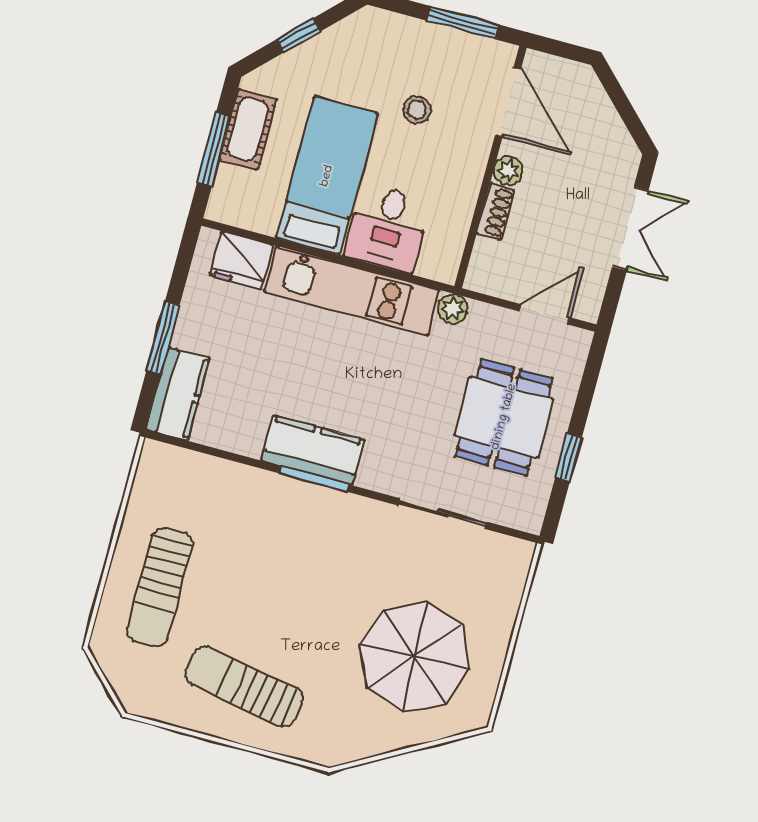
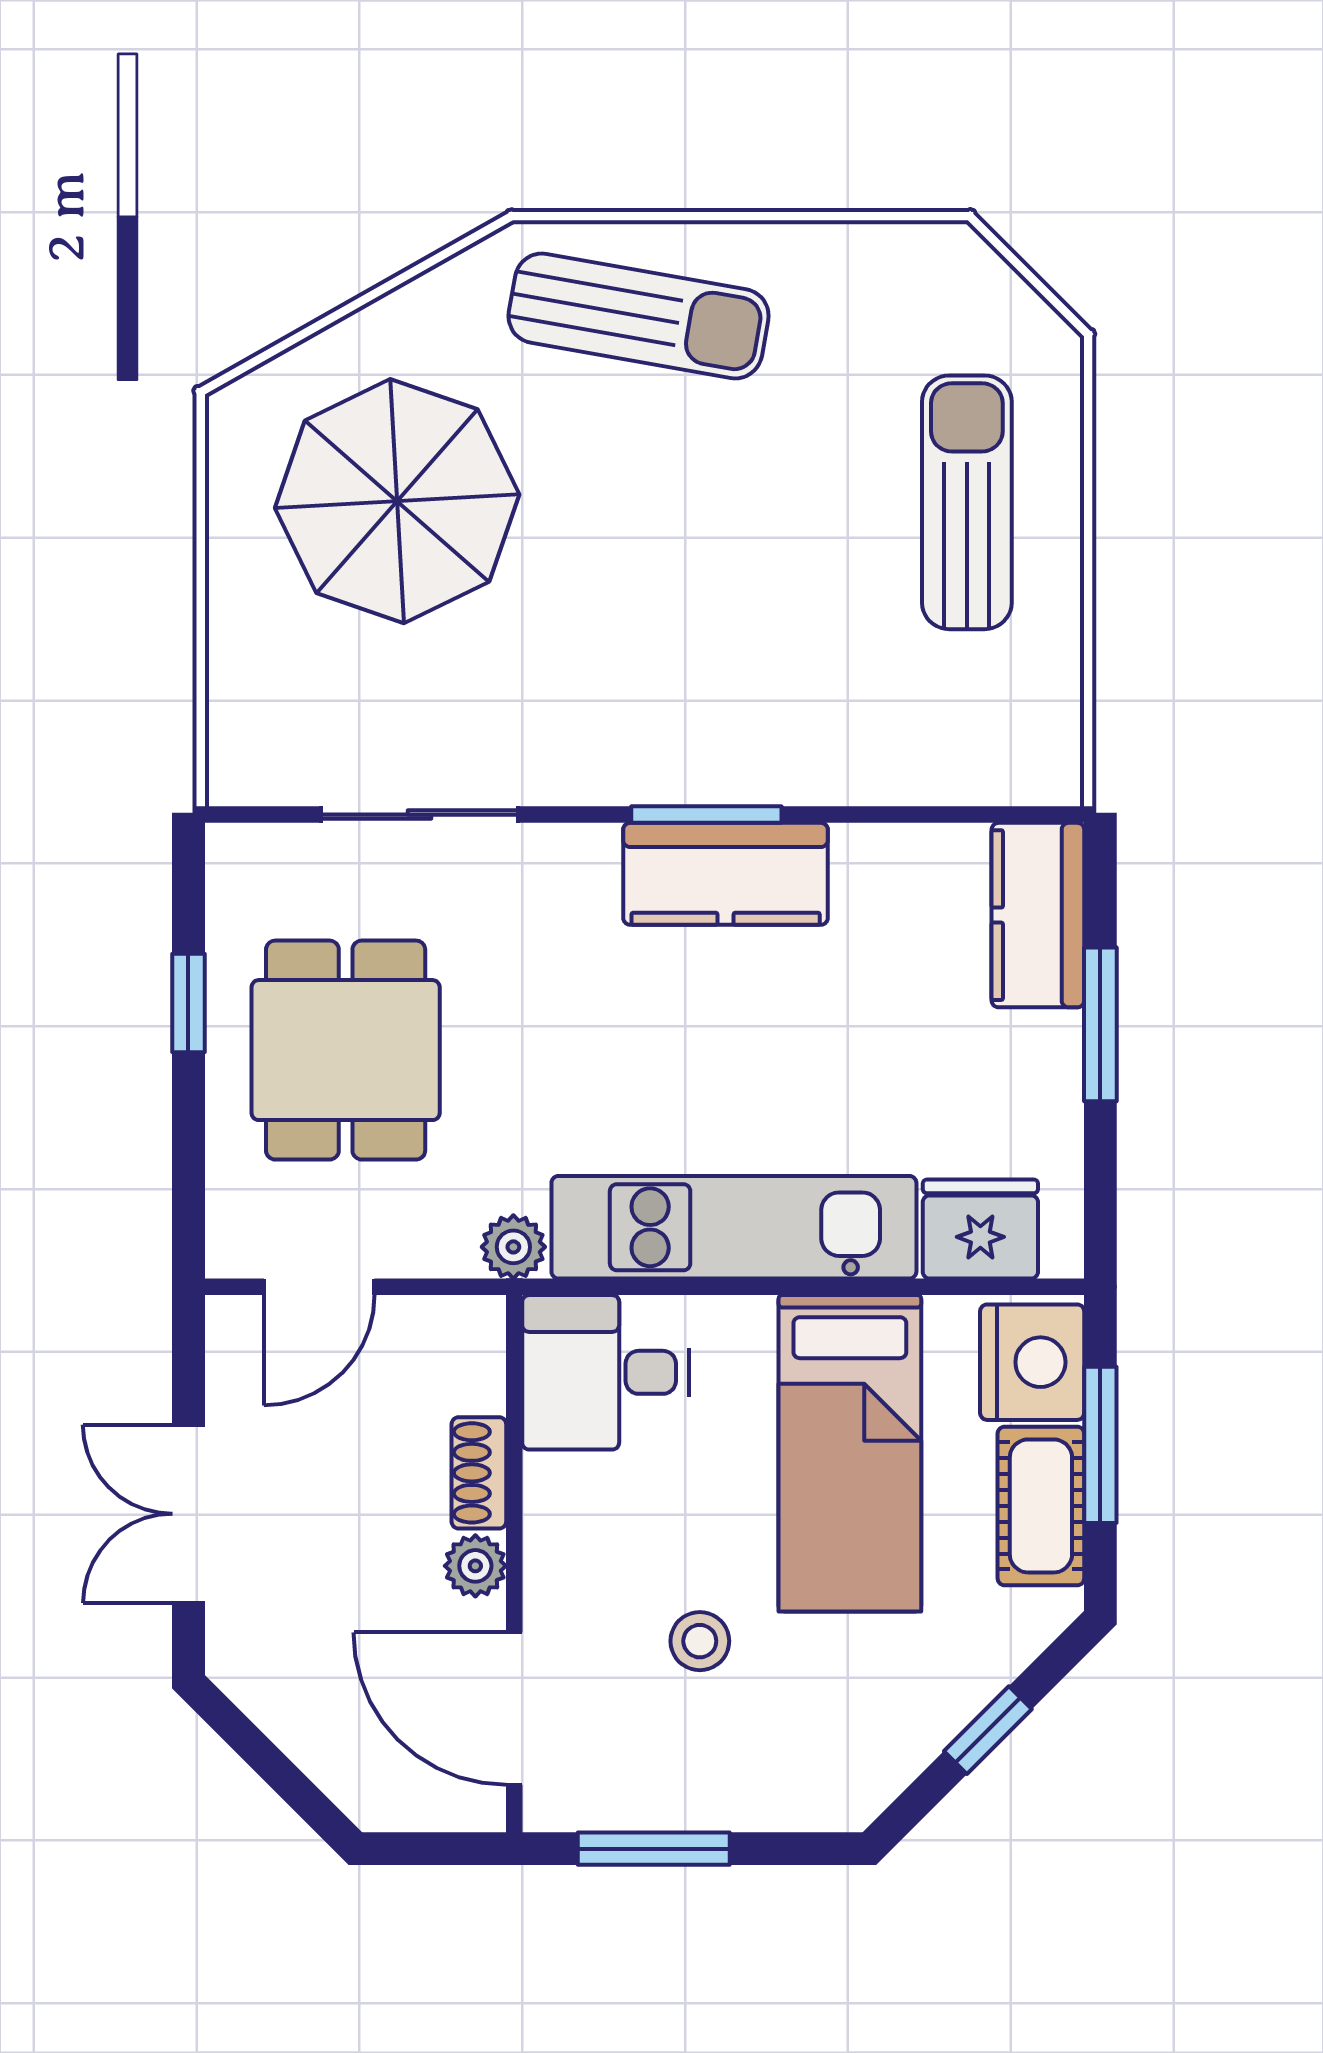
nightstand: (234, 195) -> (1032, 1362), added
desk: (387, 228) -> (606, 1372), moved, turned -90
sun lounger: (244, 687) -> (639, 316), moved

